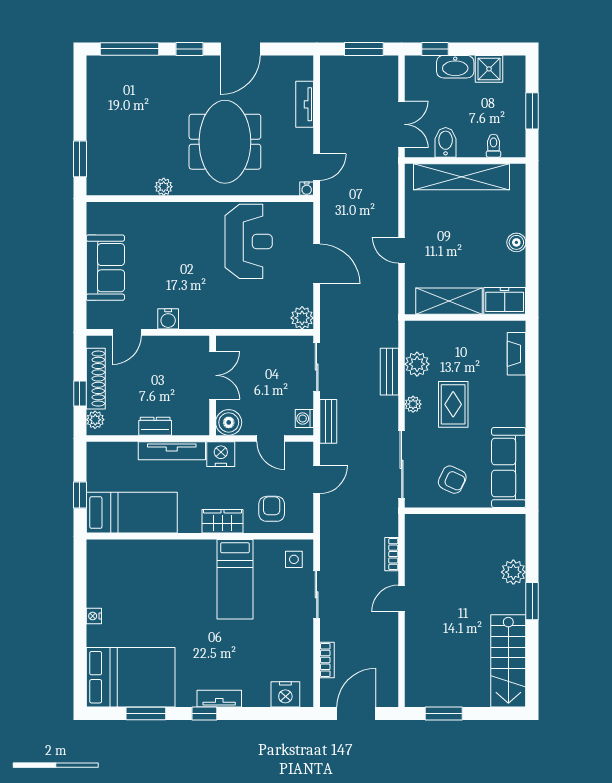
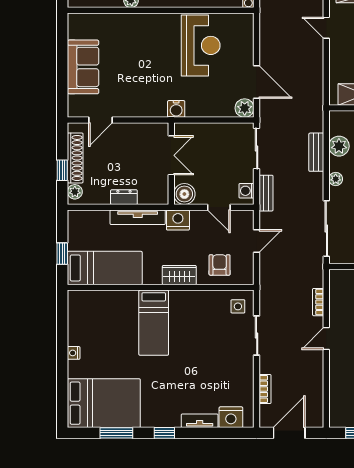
door: (402, 250) -> (326, 28), moved
door: (317, 264) -> (257, 82), moved
water cooler: (168, 319) -> (176, 109), moved
bed: (235, 579) -> (154, 323), moved
tv unit: (219, 699) -> (200, 421), moved

